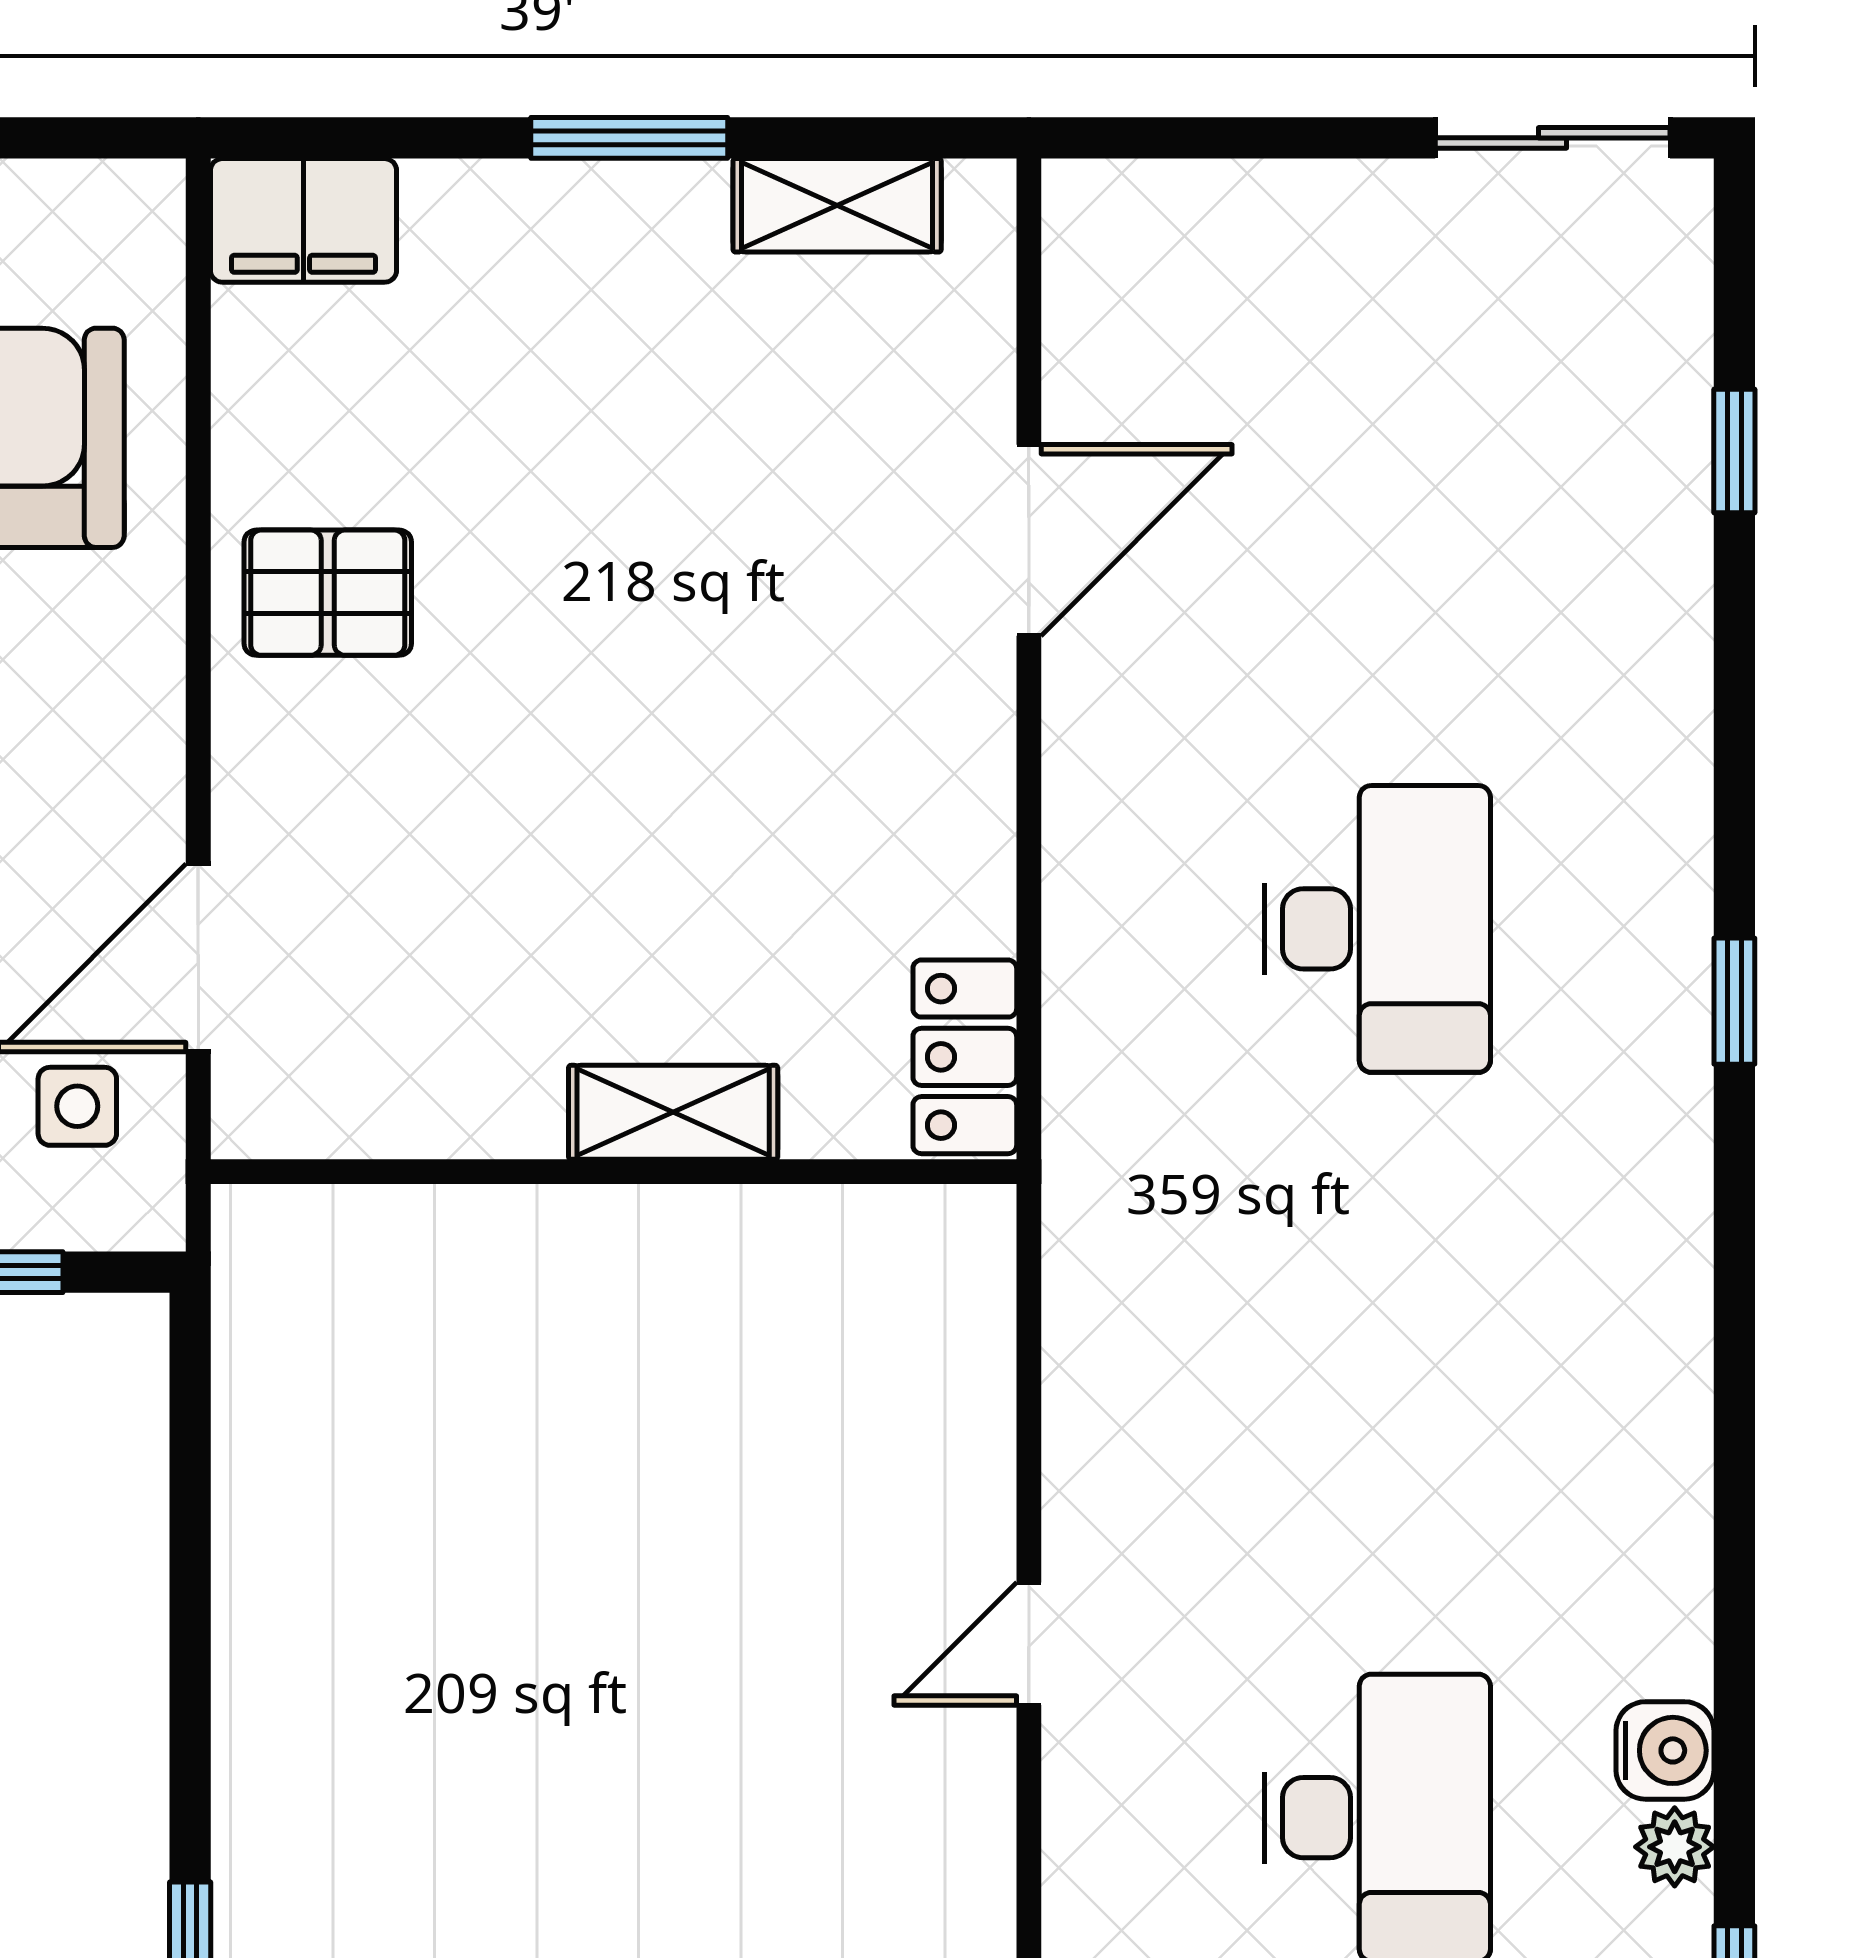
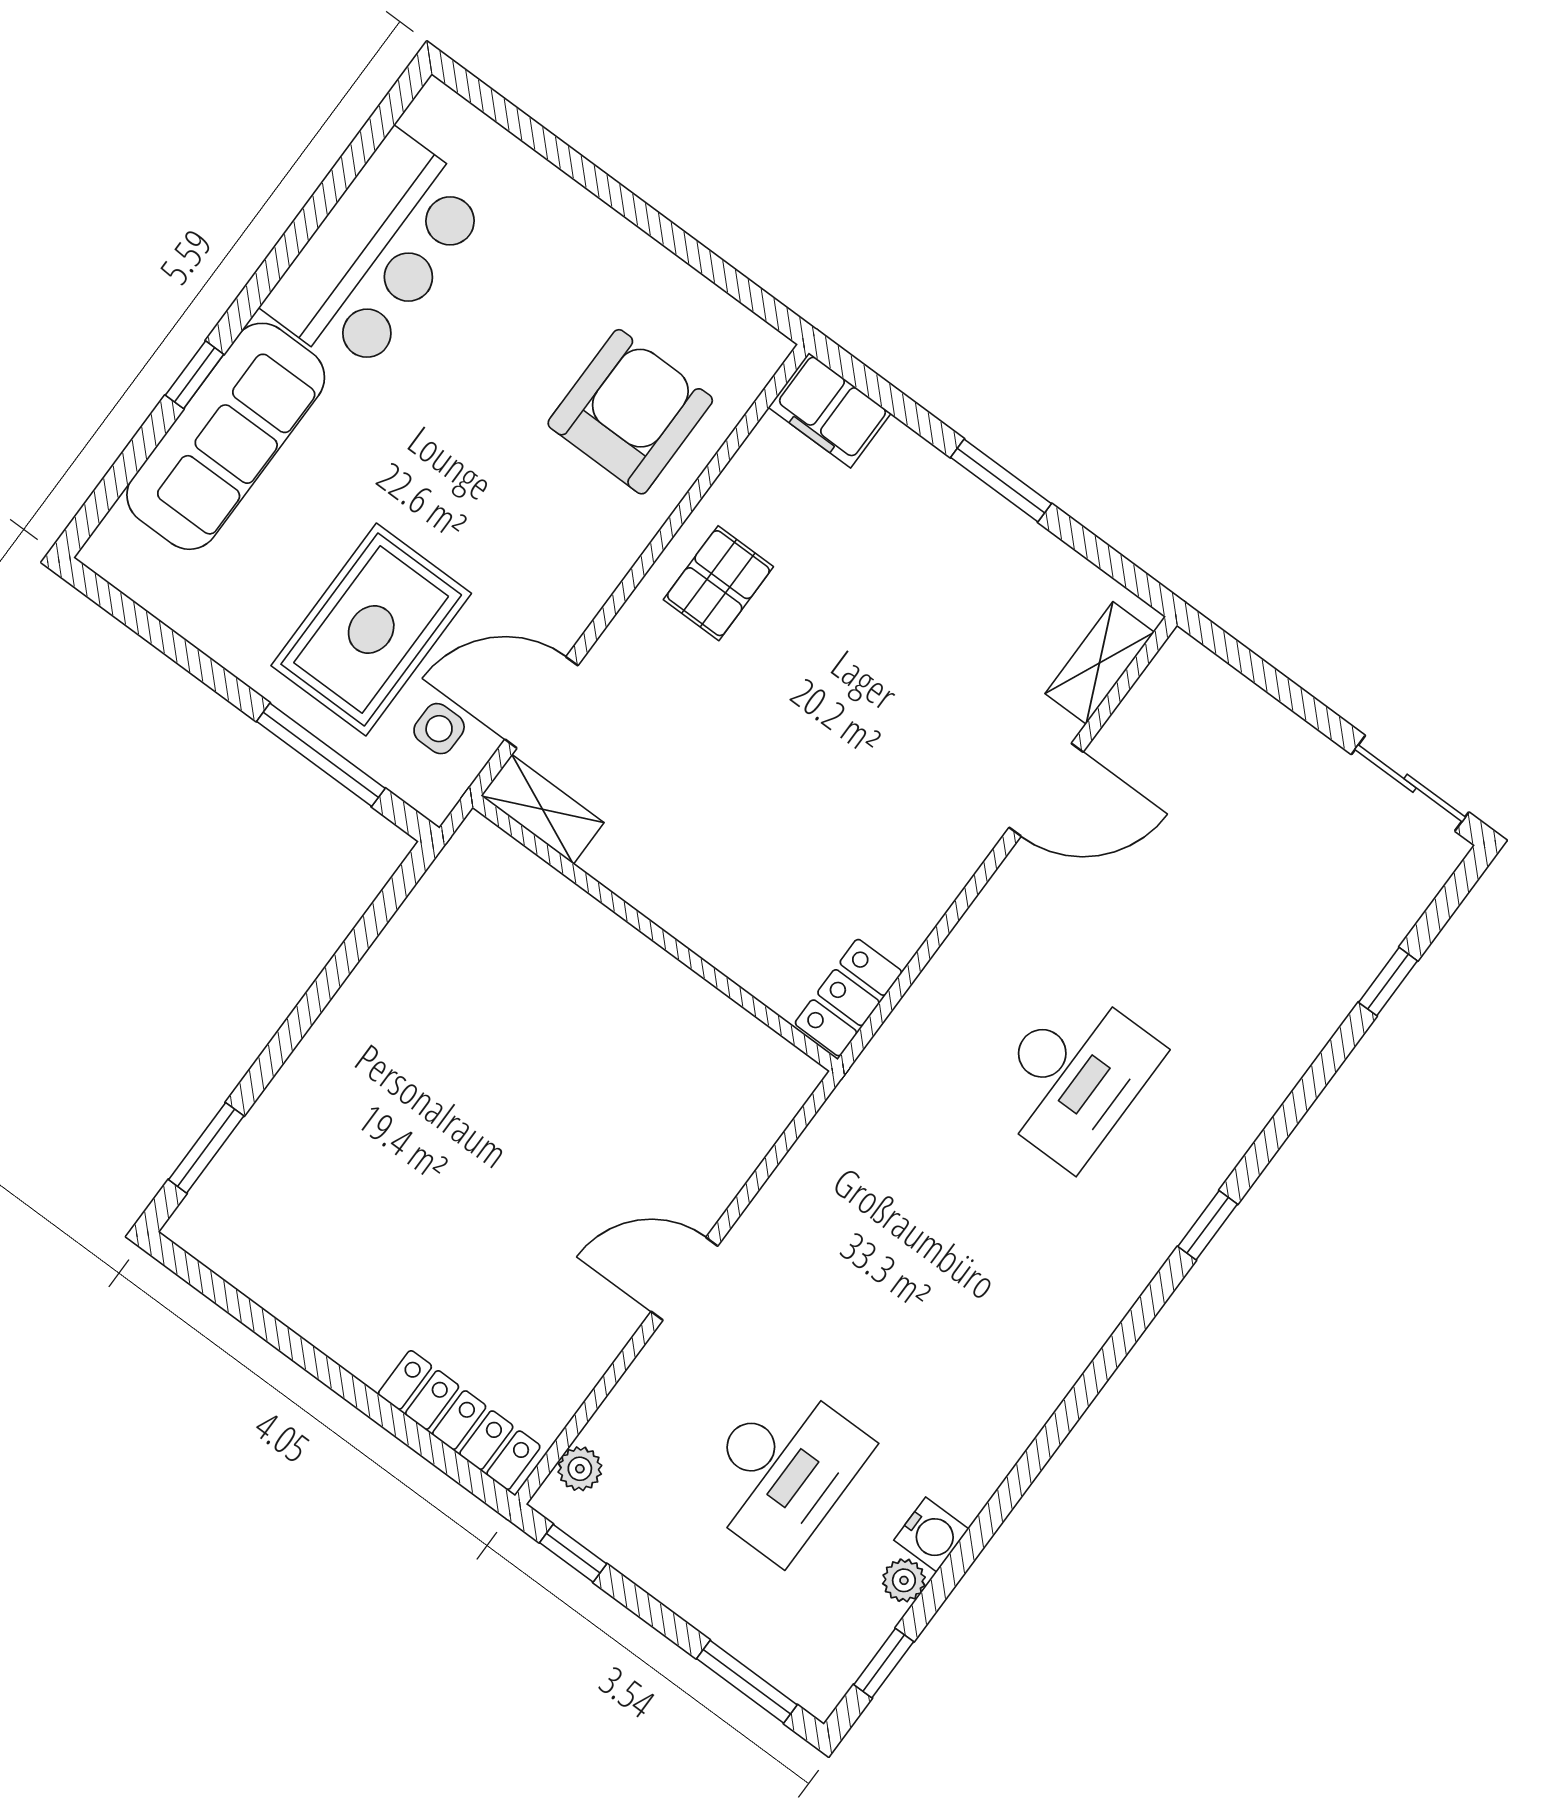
shelving: (837, 205) -> (1100, 663), moved, turned 90
pallet: (328, 593) -> (718, 583), turned 90
shelving: (673, 1112) -> (542, 809), moved
door: (1029, 1644) -> (684, 1279), width x1.38

